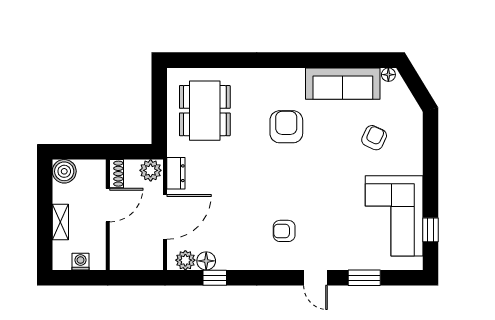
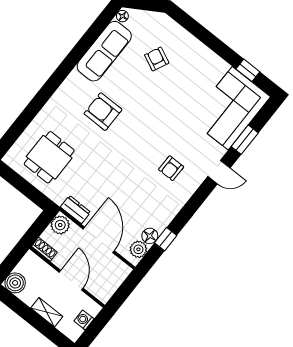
dining table: (205, 111) -> (49, 157), width x0.73
door: (108, 205) -> (71, 280), moved
corner sofa: (394, 216) -> (230, 108), moved, turned 90

